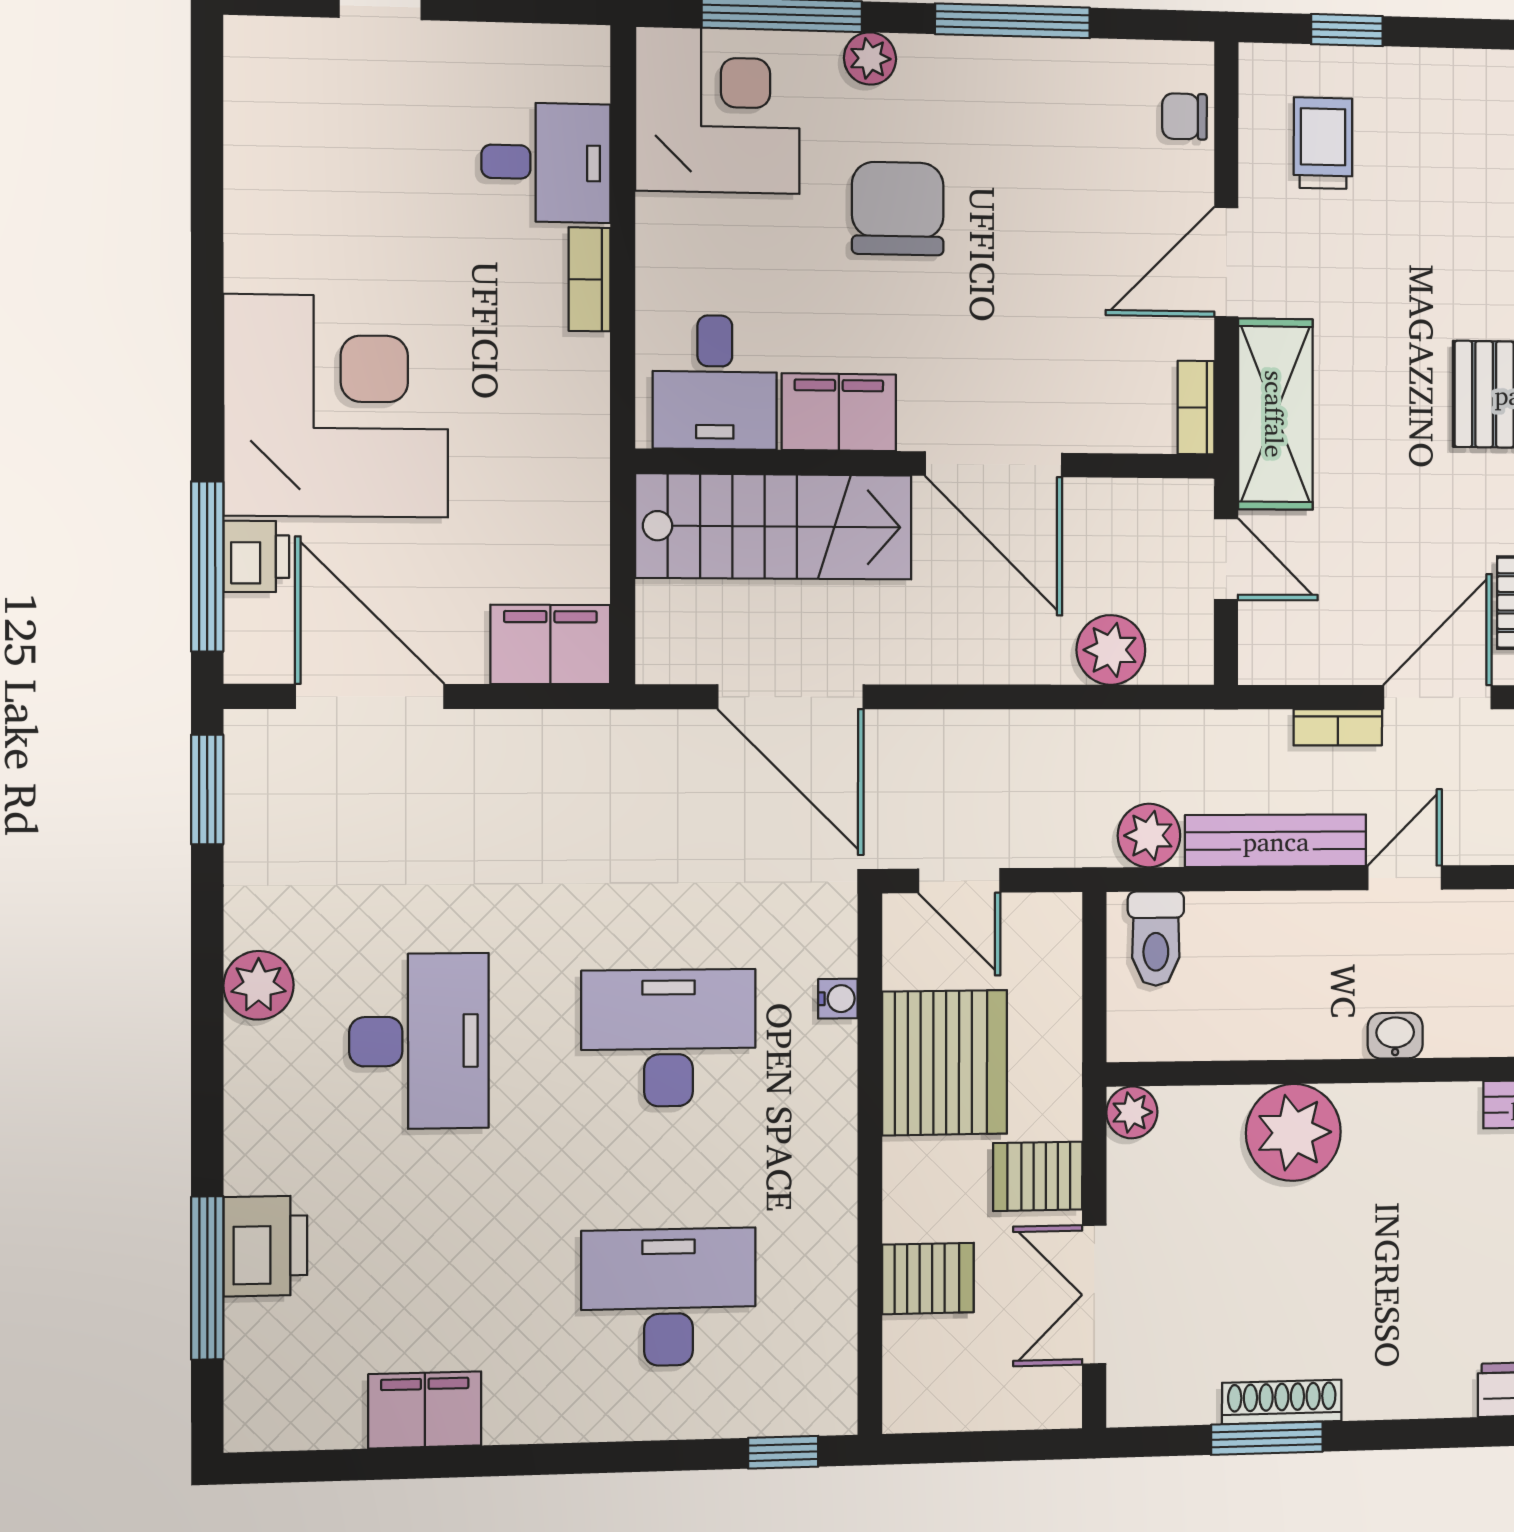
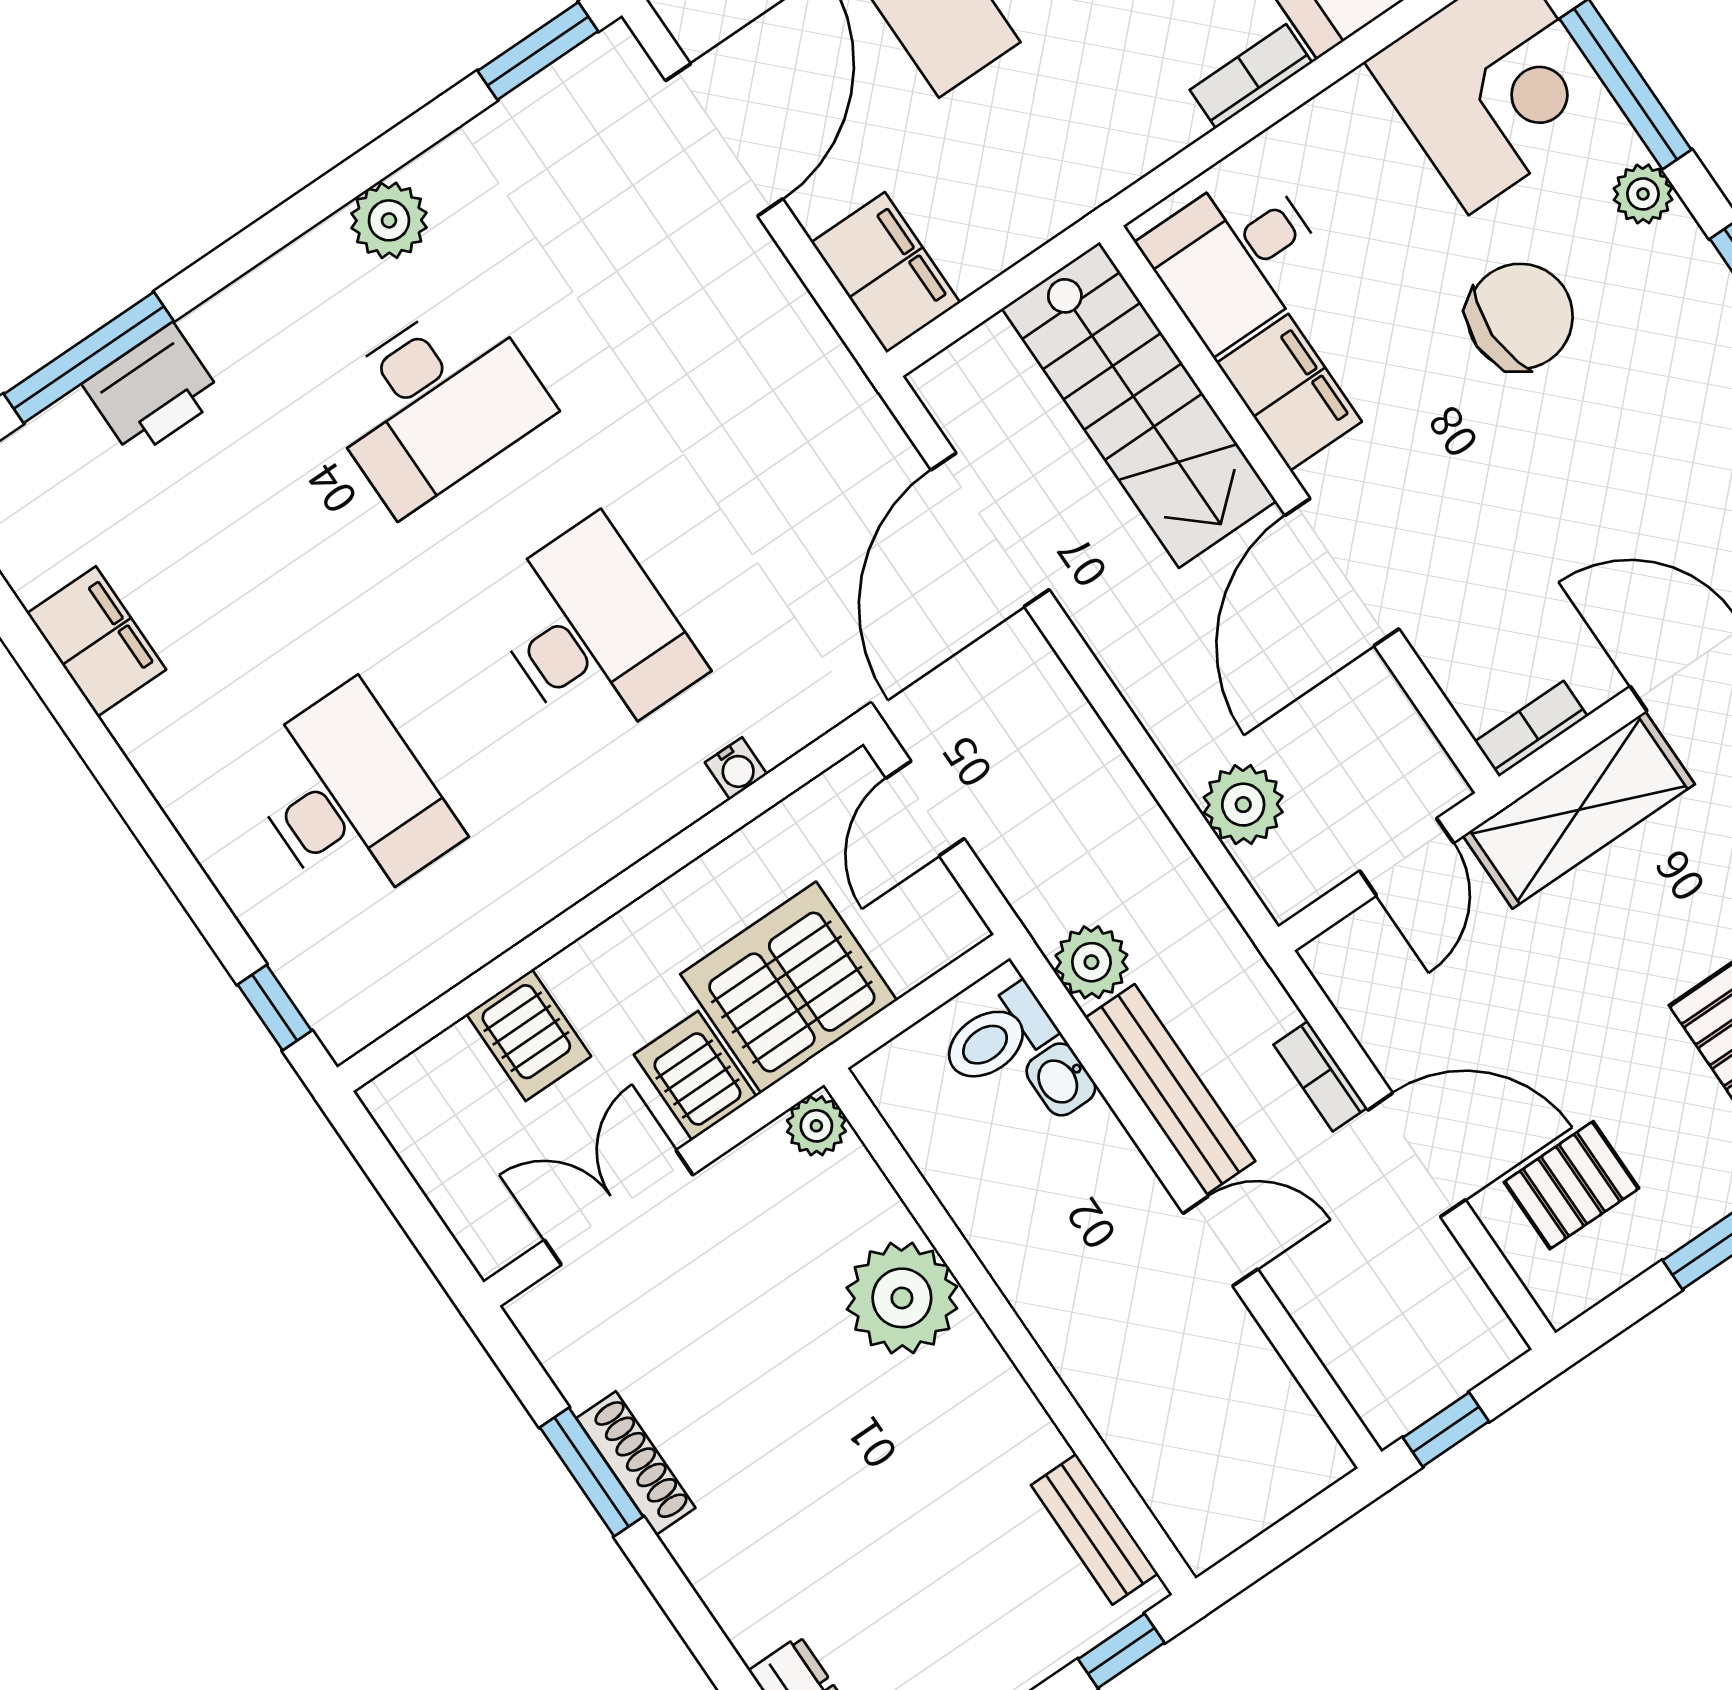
washbasin: (1395, 1036) -> (1061, 1079), moved, turned 180
server rack: (945, 1063) -> (789, 987), moved, turned 180

